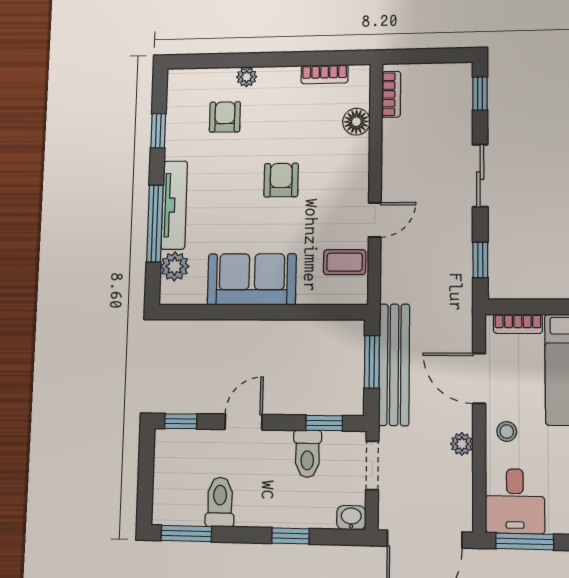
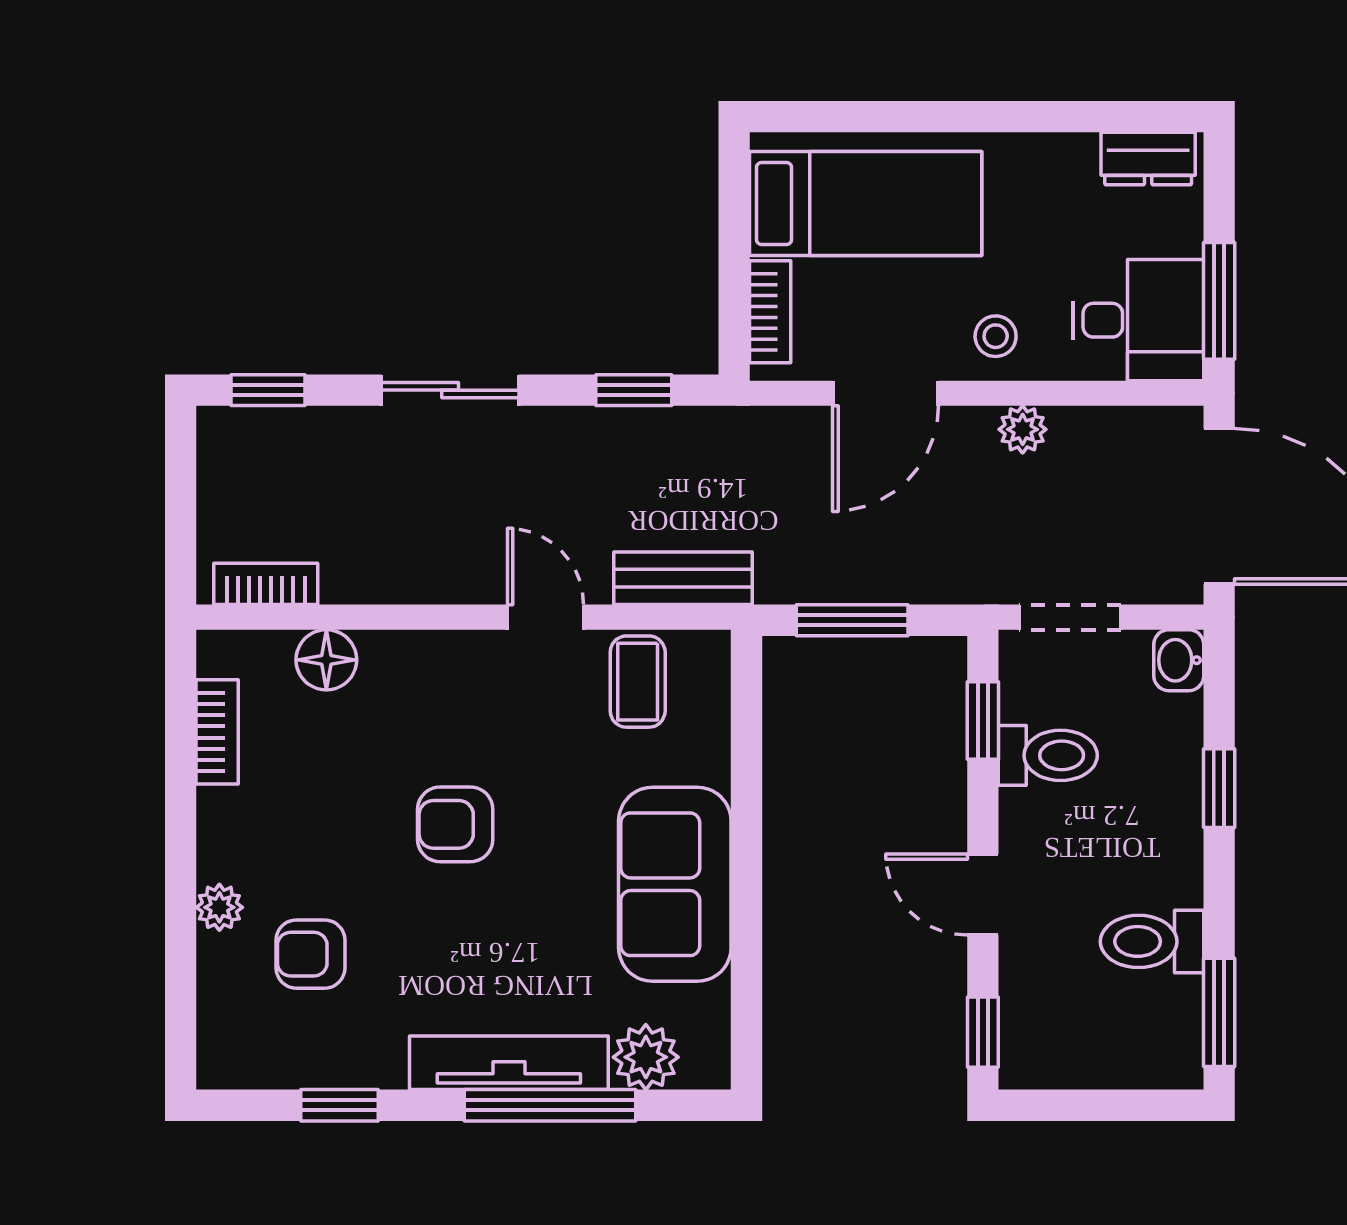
bench: (394, 364) -> (683, 578), moved, width x0.54, depth x0.82

